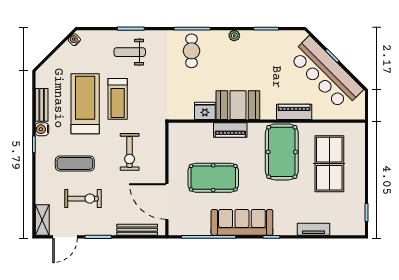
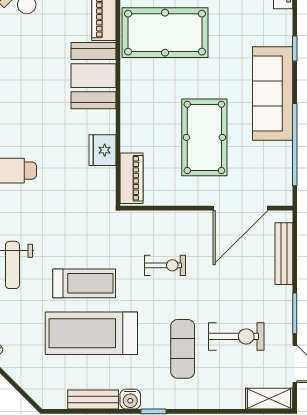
booth: (238, 105) -> (93, 76), moved
piano: (230, 130) -> (132, 178), moved
exercise bike: (130, 152) -> (165, 265), width x0.73, depth x0.72
exercise bike: (83, 199) -> (236, 336), turned 90

